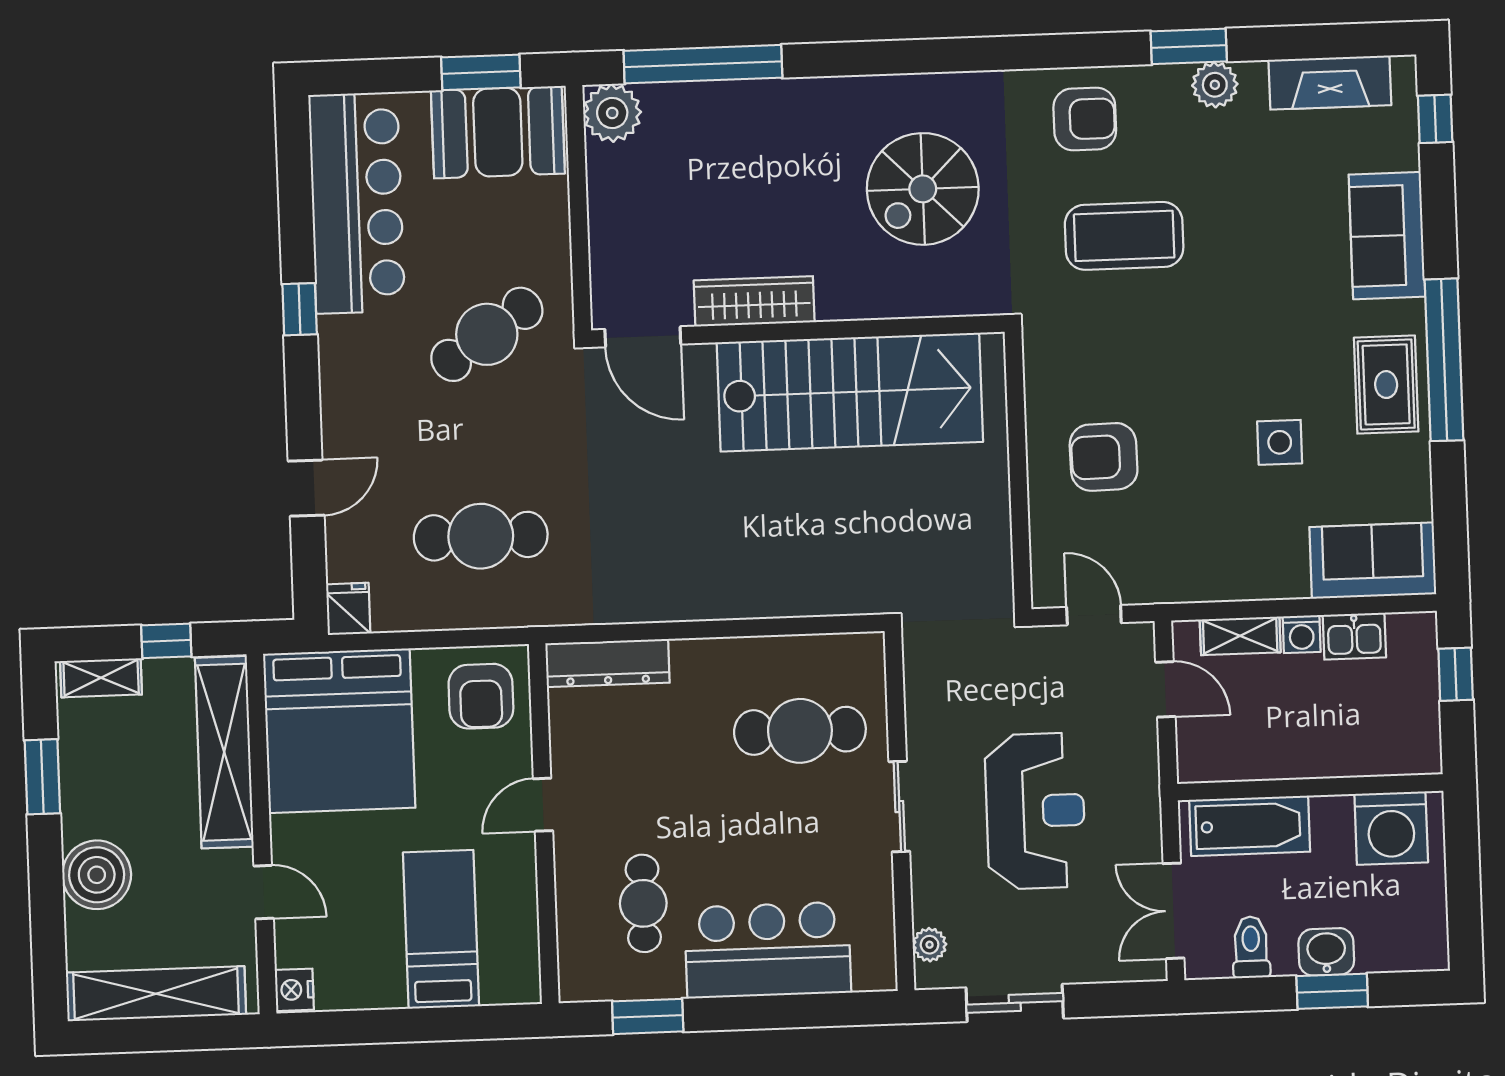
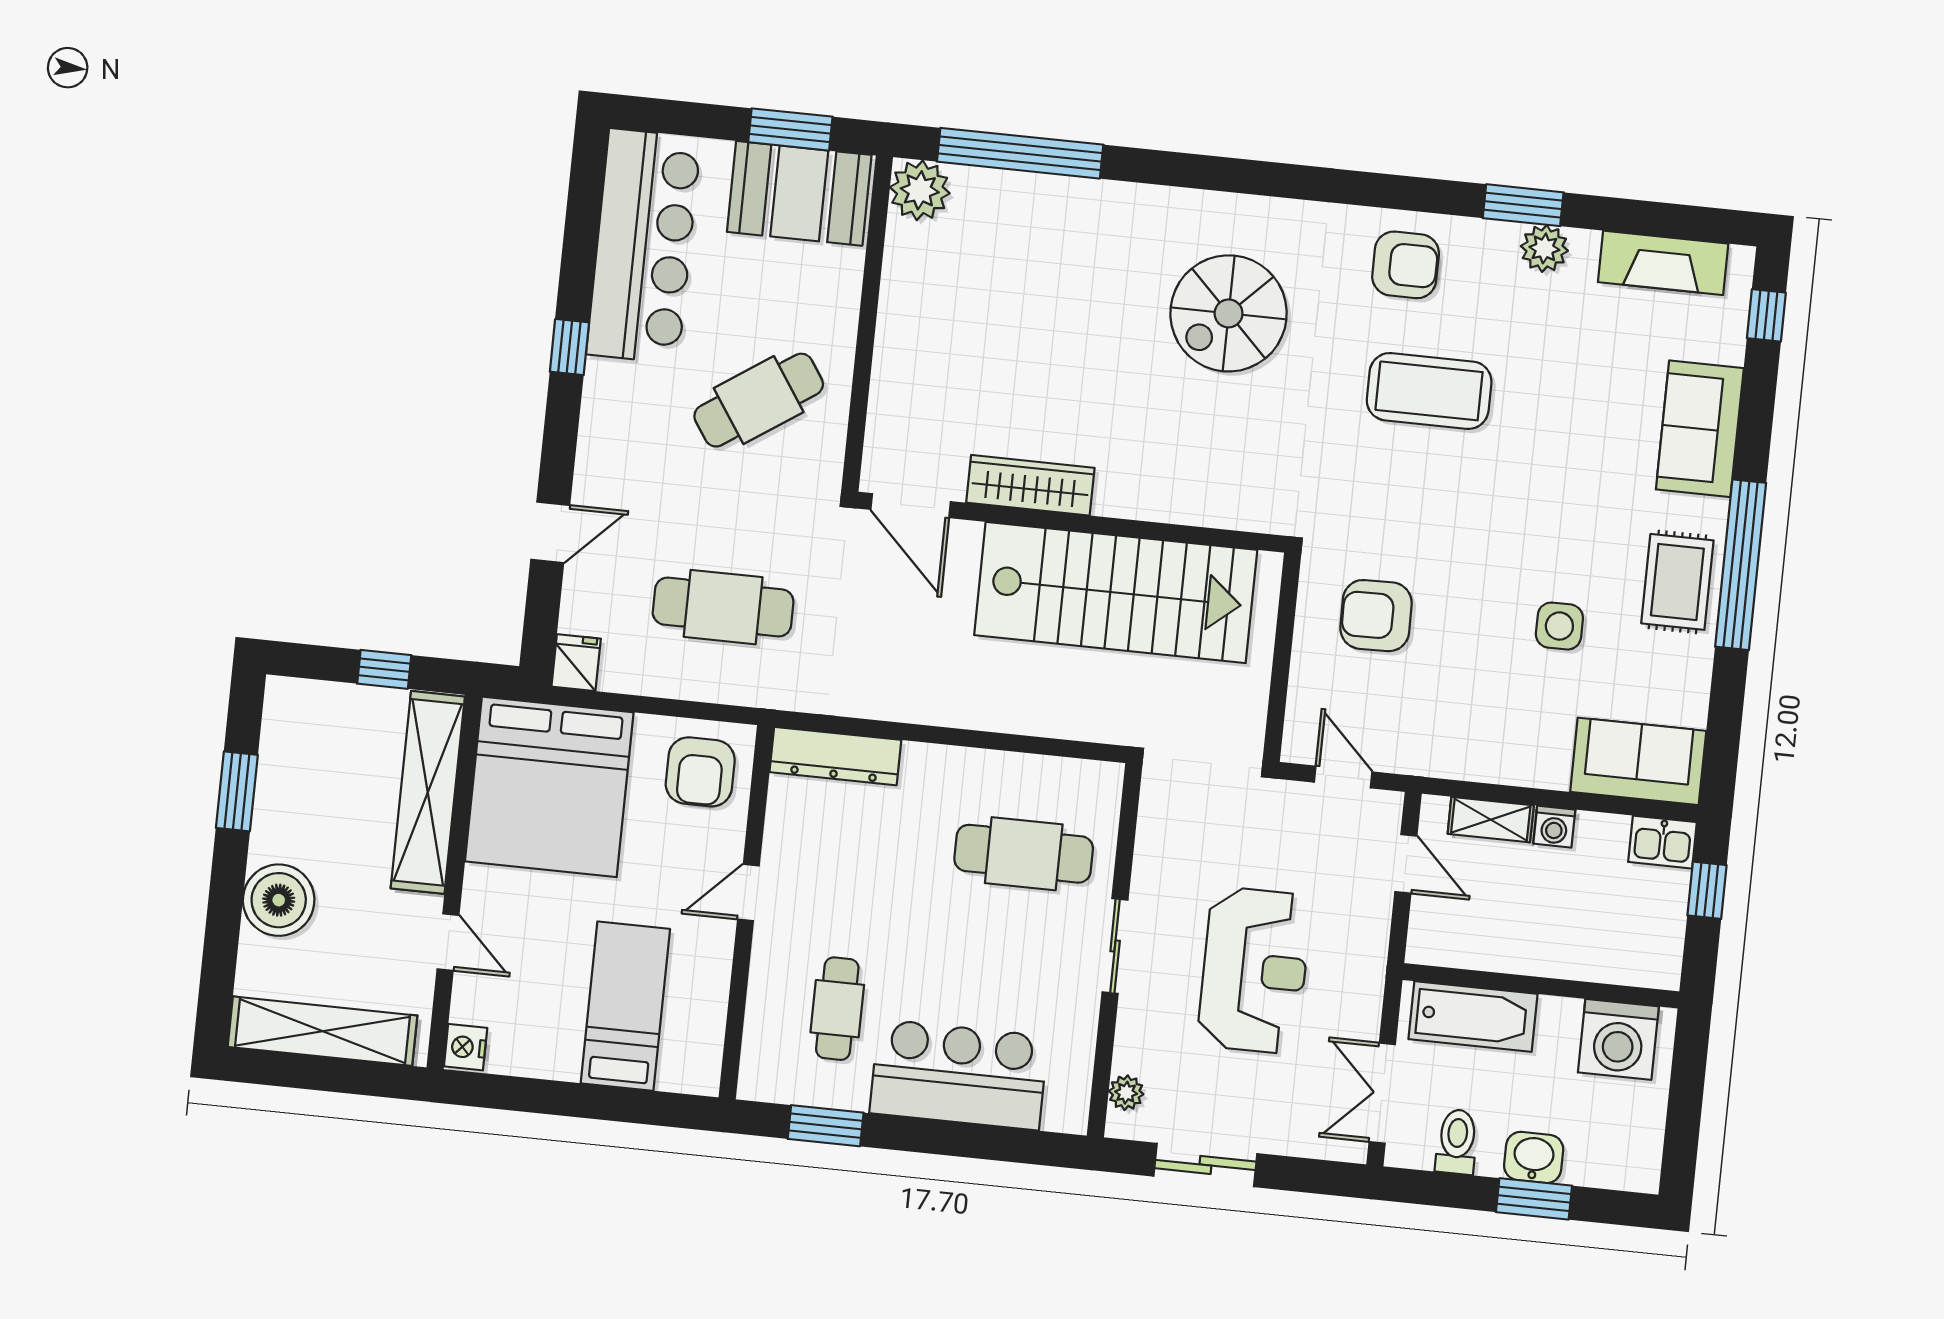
wardrobe: (754, 301) -> (1030, 485), moved
wall: (798, 331) -> (1071, 522), moved
door: (643, 337) -> (911, 506), moved
stairs: (850, 392) -> (1116, 593), moved
kitchen sink: (1354, 636) -> (1662, 842), moved
shelving: (101, 678) -> (312, 698), removed

